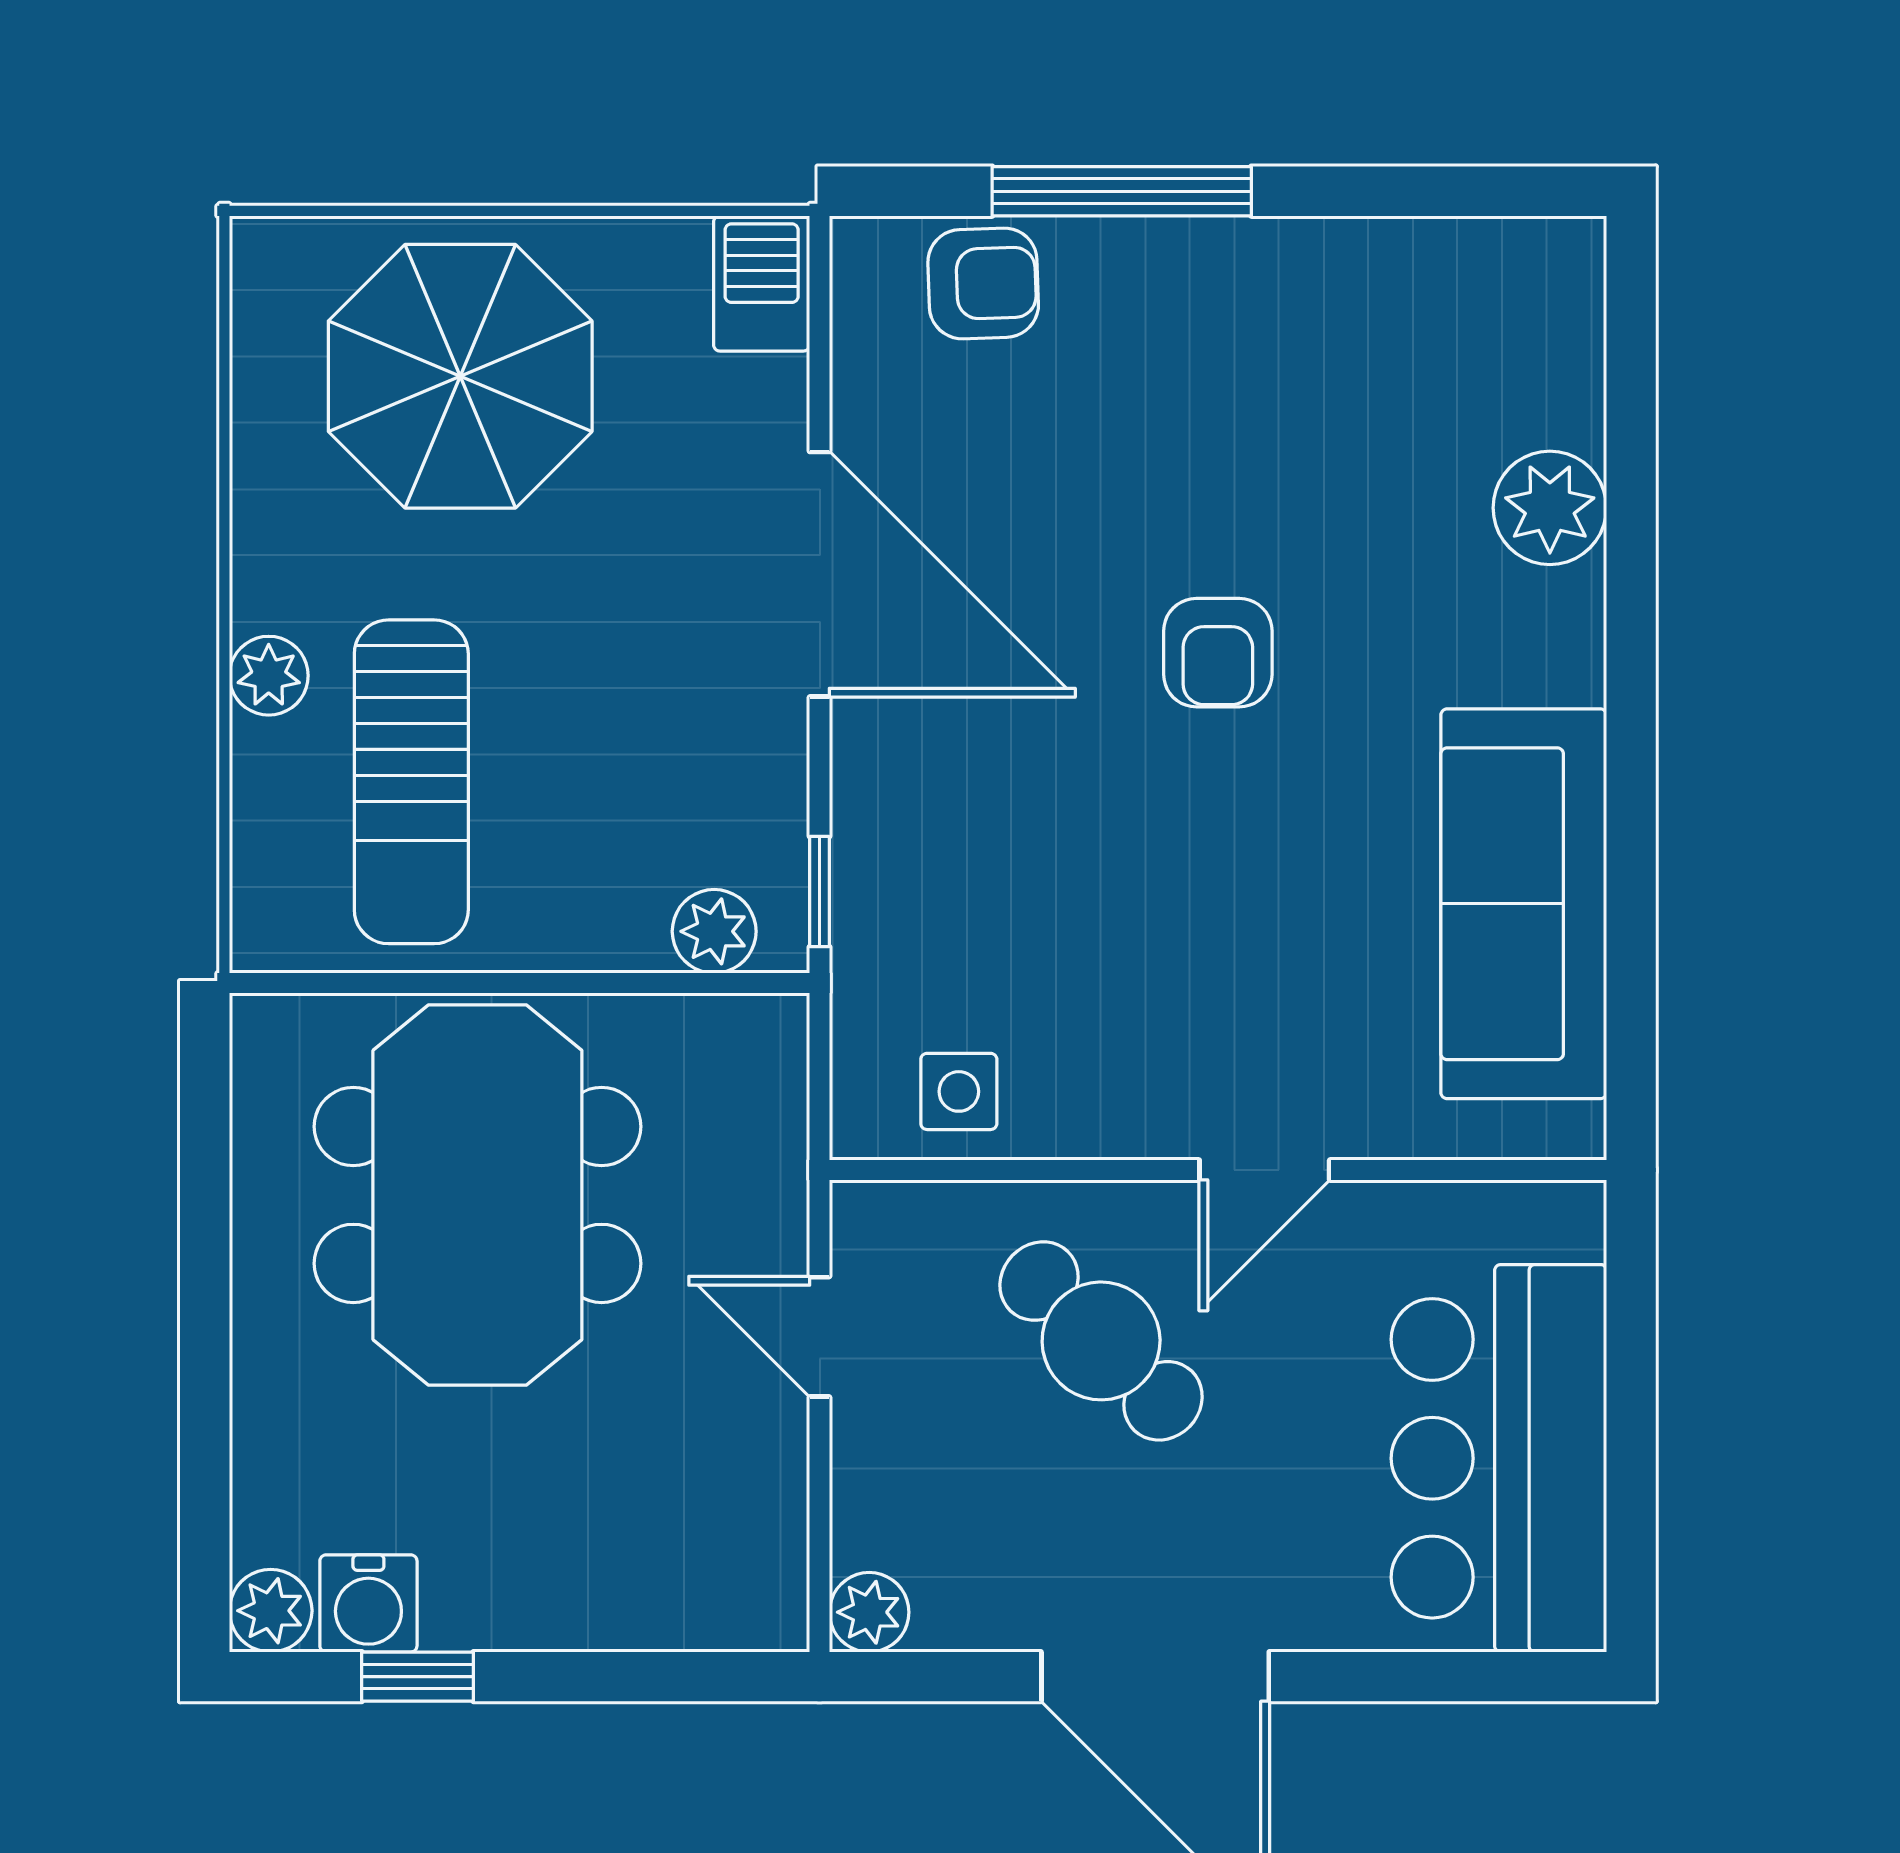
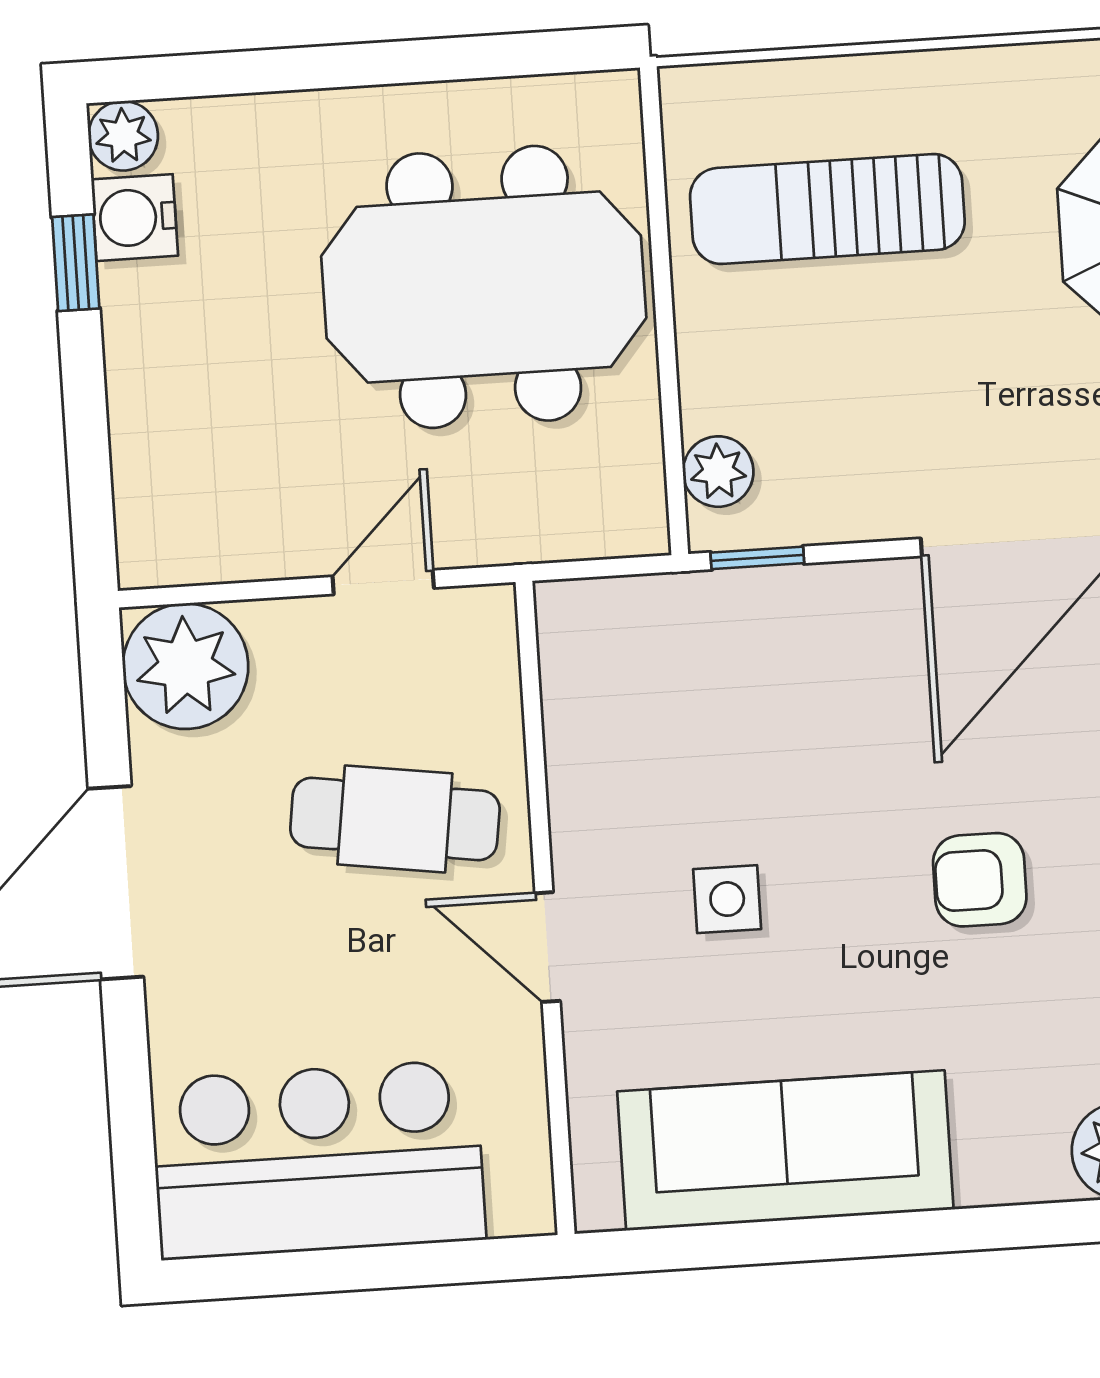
plant: (269, 676) -> (909, 83), removed
side table: (959, 1091) -> (727, 899), moved
cafe table: (1101, 1341) -> (395, 819), turned 54
plant: (869, 1612) -> (186, 666), width x1.87, depth x1.87

